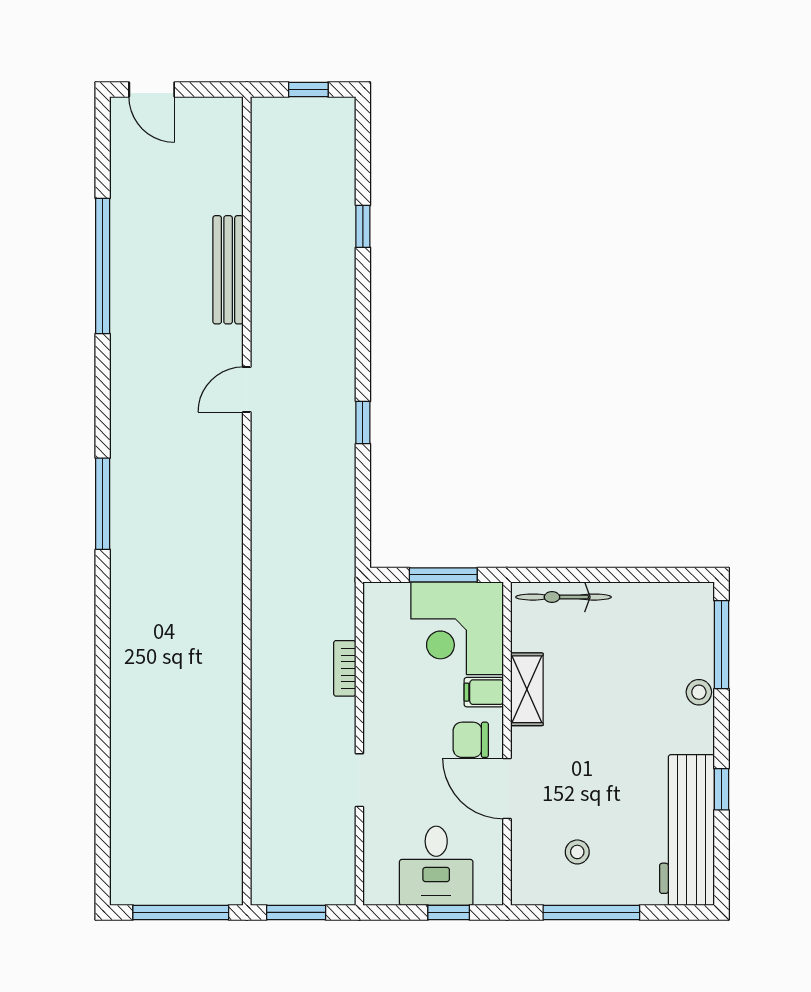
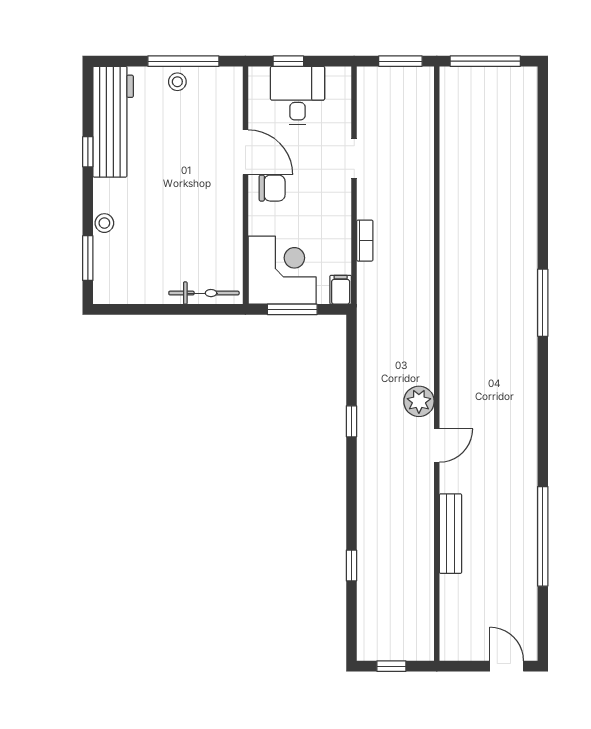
plant: (271, 450) -> (419, 401), added
window: (103, 504) -> (543, 303), moved
window: (722, 645) -> (88, 258), width x0.69
shelving: (527, 689) -> (231, 225), removed
filing cabinet: (484, 692) -> (341, 290), moved, turned -90
stool: (577, 852) -> (177, 82), moved

